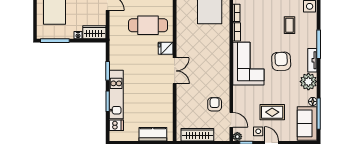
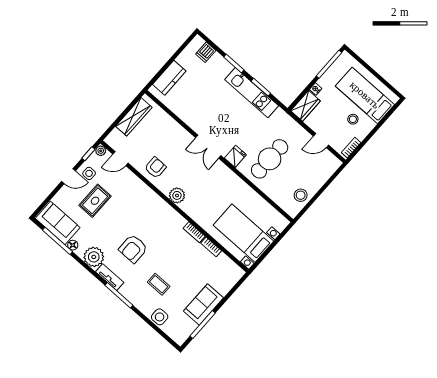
armchair: (281, 61) -> (133, 249), turned 93
plant: (223, 63) -> (177, 195), added
corner sofa: (248, 64) -> (157, 218), removed
kitchen unit: (116, 95) -> (252, 93), moved
armchair: (215, 104) -> (155, 168), moved, turned -90

